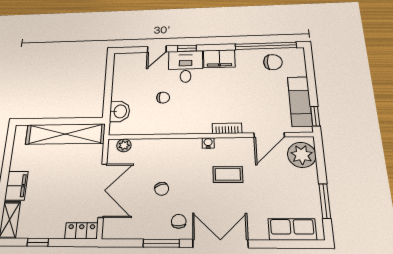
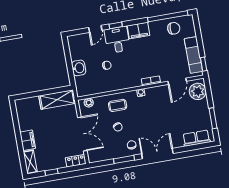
washbasin: (120, 111) -> (79, 68), moved
shelving: (65, 134) -> (57, 100), width x0.68
coffee table: (228, 174) -> (118, 105), moved

